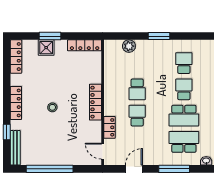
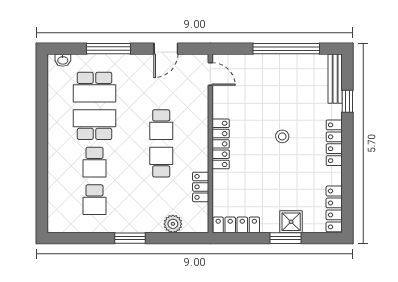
locker: (109, 127) -> (201, 187), moved

